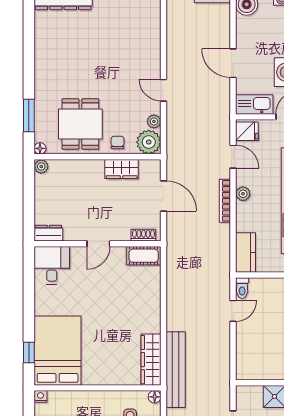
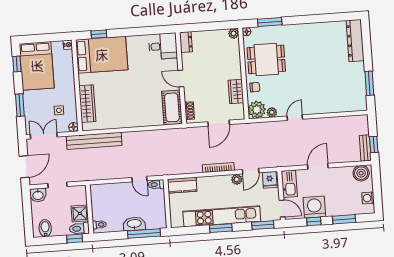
plant: (243, 194) -> (237, 179), moved
cot: (144, 256) -> (172, 107), width x1.37, depth x1.34
wardrobe: (151, 360) -> (87, 104), moved, turned 90

